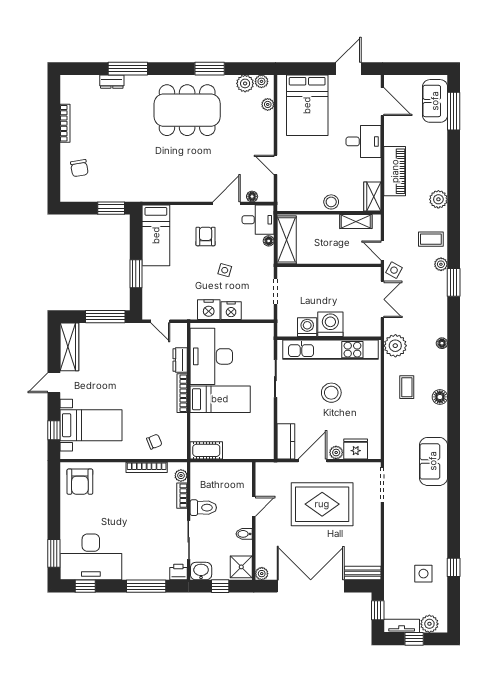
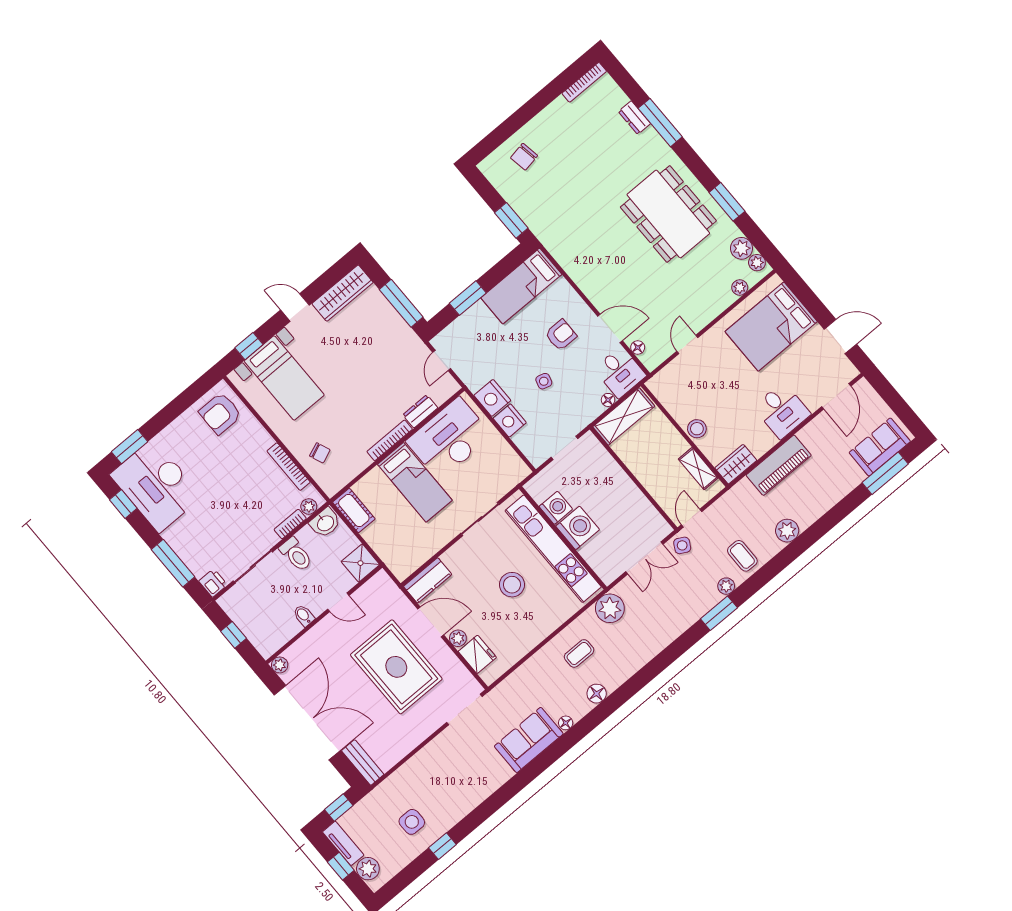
bookcase: (65, 123) -> (584, 82), moved
floor lamp: (442, 343) -> (566, 723), moved
shower: (241, 567) -> (360, 563), moved
washbasin: (201, 571) -> (325, 523), moved, turned 90

